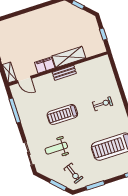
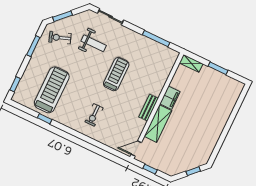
door: (24, 80) -> (136, 149), moved
weight bench: (56, 148) -> (94, 43), turned 90

